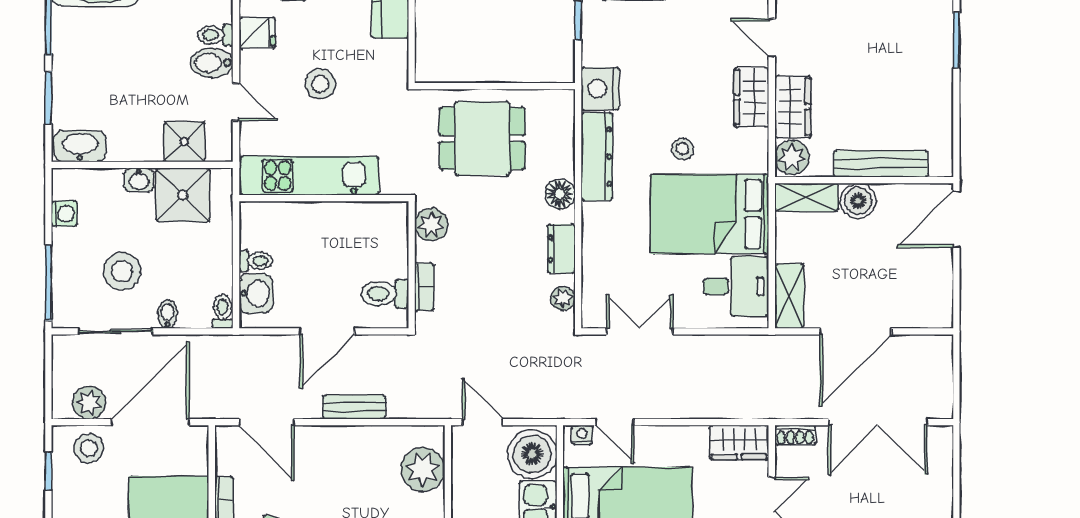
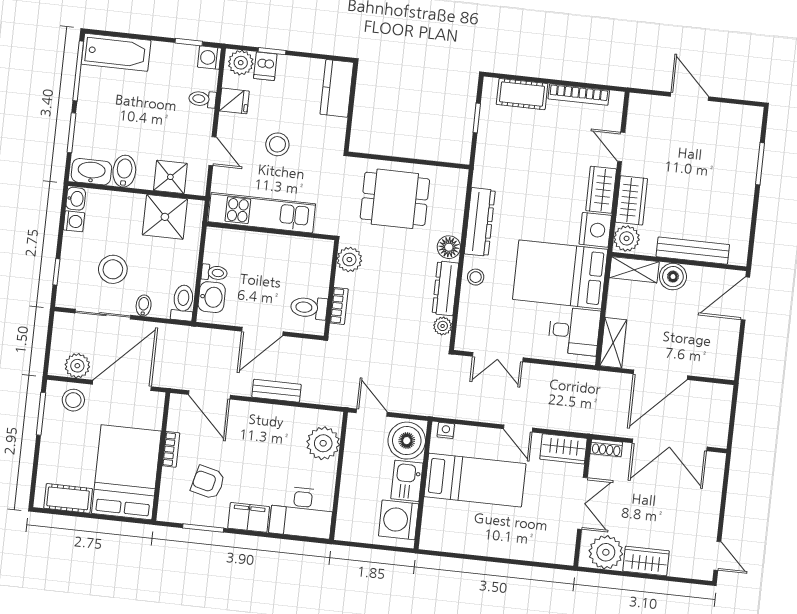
bidet: (212, 63) -> (124, 171), moved, turned 90
nightstand: (600, 89) -> (595, 230), moved, turned 180
stool: (683, 149) -> (476, 277), moved
washbasin: (139, 180) -> (76, 199), moved, turned -90
dresser: (561, 249) -> (445, 288), width x1.44
window: (48, 283) -> (56, 272), width x0.46
toilet: (223, 312) -> (183, 303), width x1.37, depth x1.39
double door: (640, 331) -> (498, 357), swing flipped
door: (615, 422) -> (518, 428), moved
window: (48, 471) -> (41, 414), width x1.50

